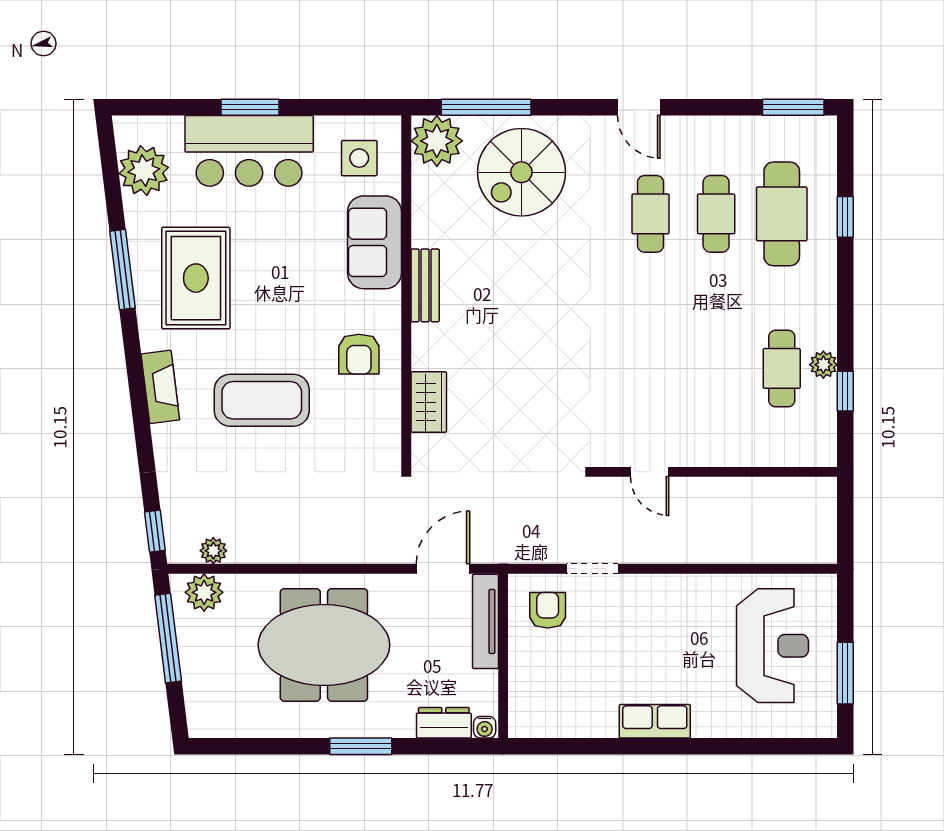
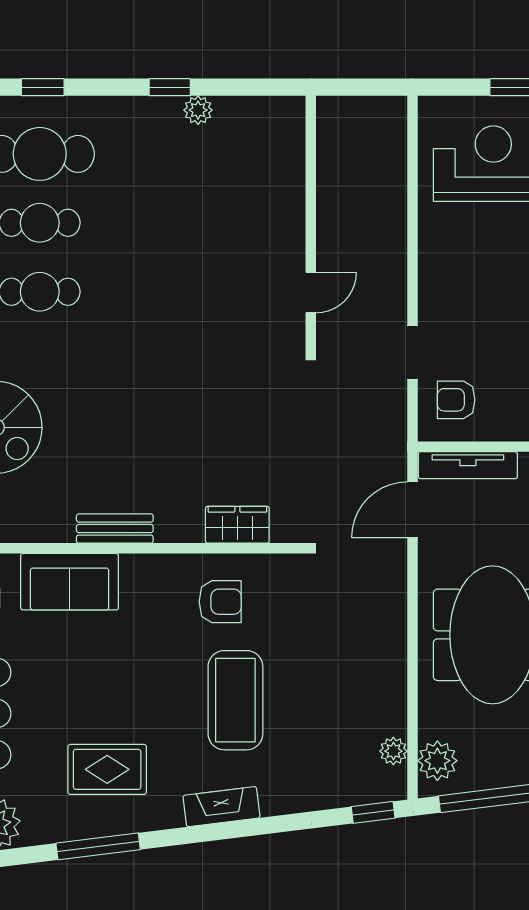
rug: (196, 278) -> (107, 769), width x0.73, depth x0.70
armchair: (359, 354) -> (220, 602), moved
cafe table: (782, 368) -> (202, 154), removed
window: (845, 391) -> (170, 87), moved
door: (443, 569) -> (412, 510), hinge flipped

